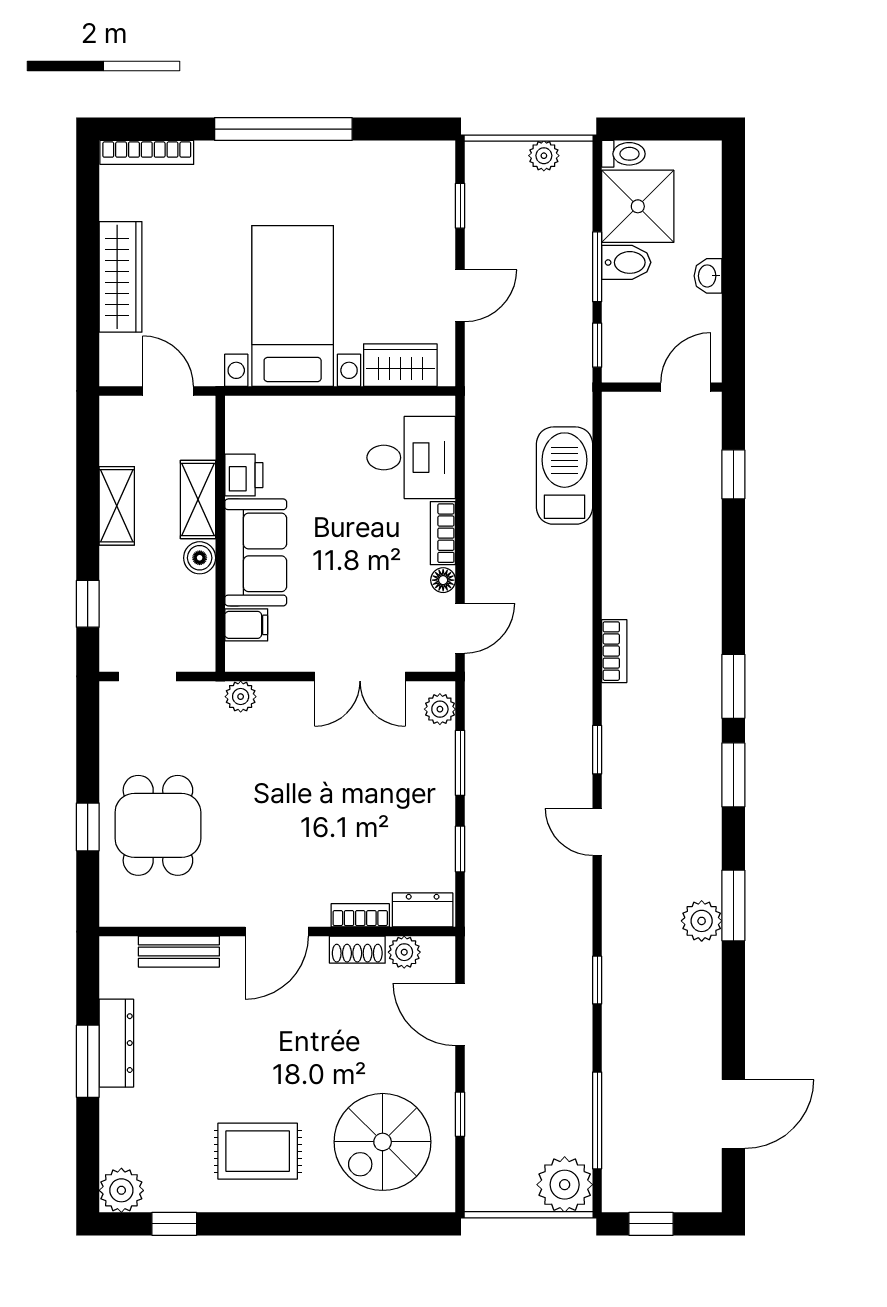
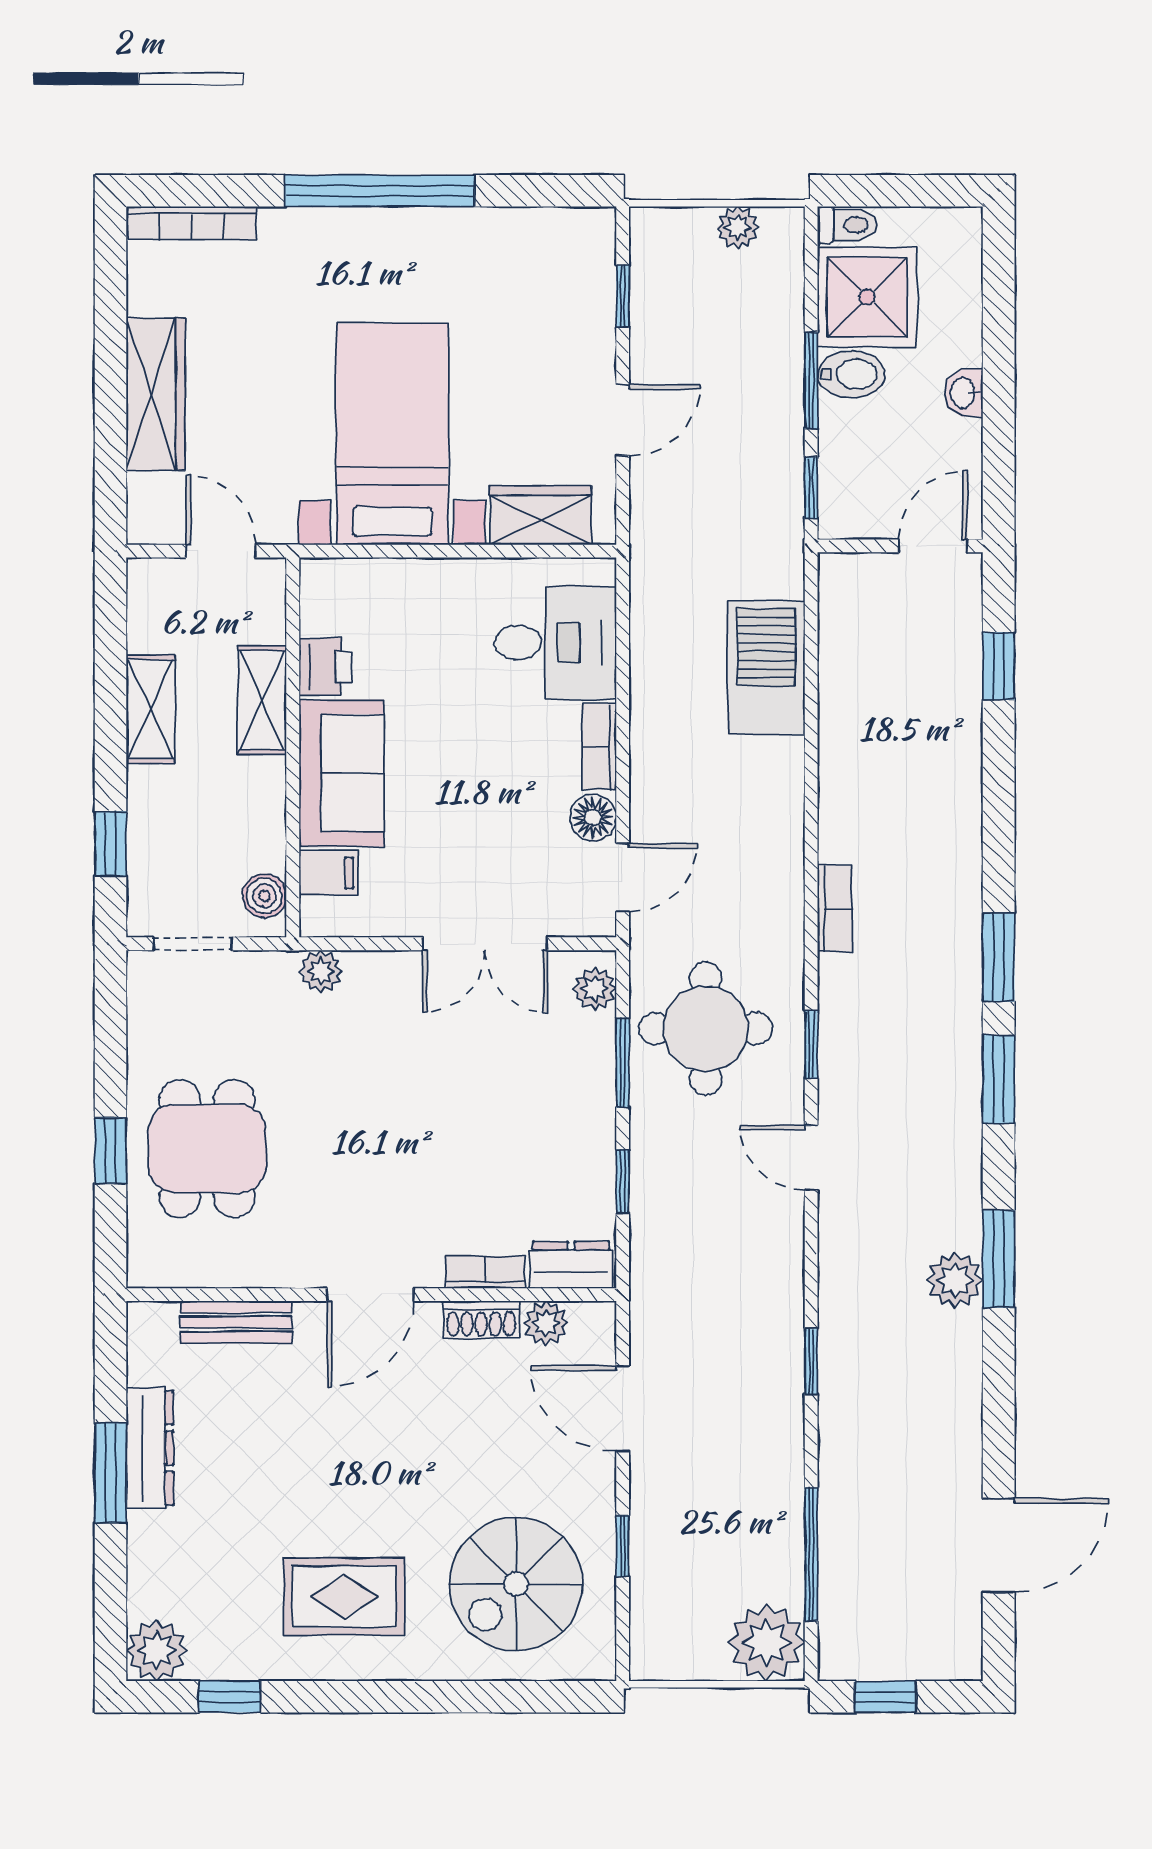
boiler: (200, 558) -> (264, 896), moved
floor lamp: (443, 580) -> (593, 818), width x1.37, depth x1.37
round table: (520, 738) -> (706, 1029), added

